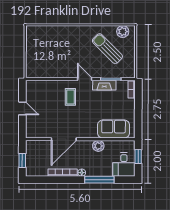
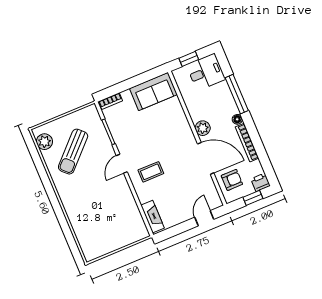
fireplace: (104, 85) -> (153, 217), moved
door: (22, 108) -> (204, 218), moved
sofa: (114, 129) -> (153, 91), moved, turned -90
plant: (98, 146) -> (203, 128), moved
armchair: (41, 151) -> (232, 180), added
printer: (31, 170) -> (260, 182), added

